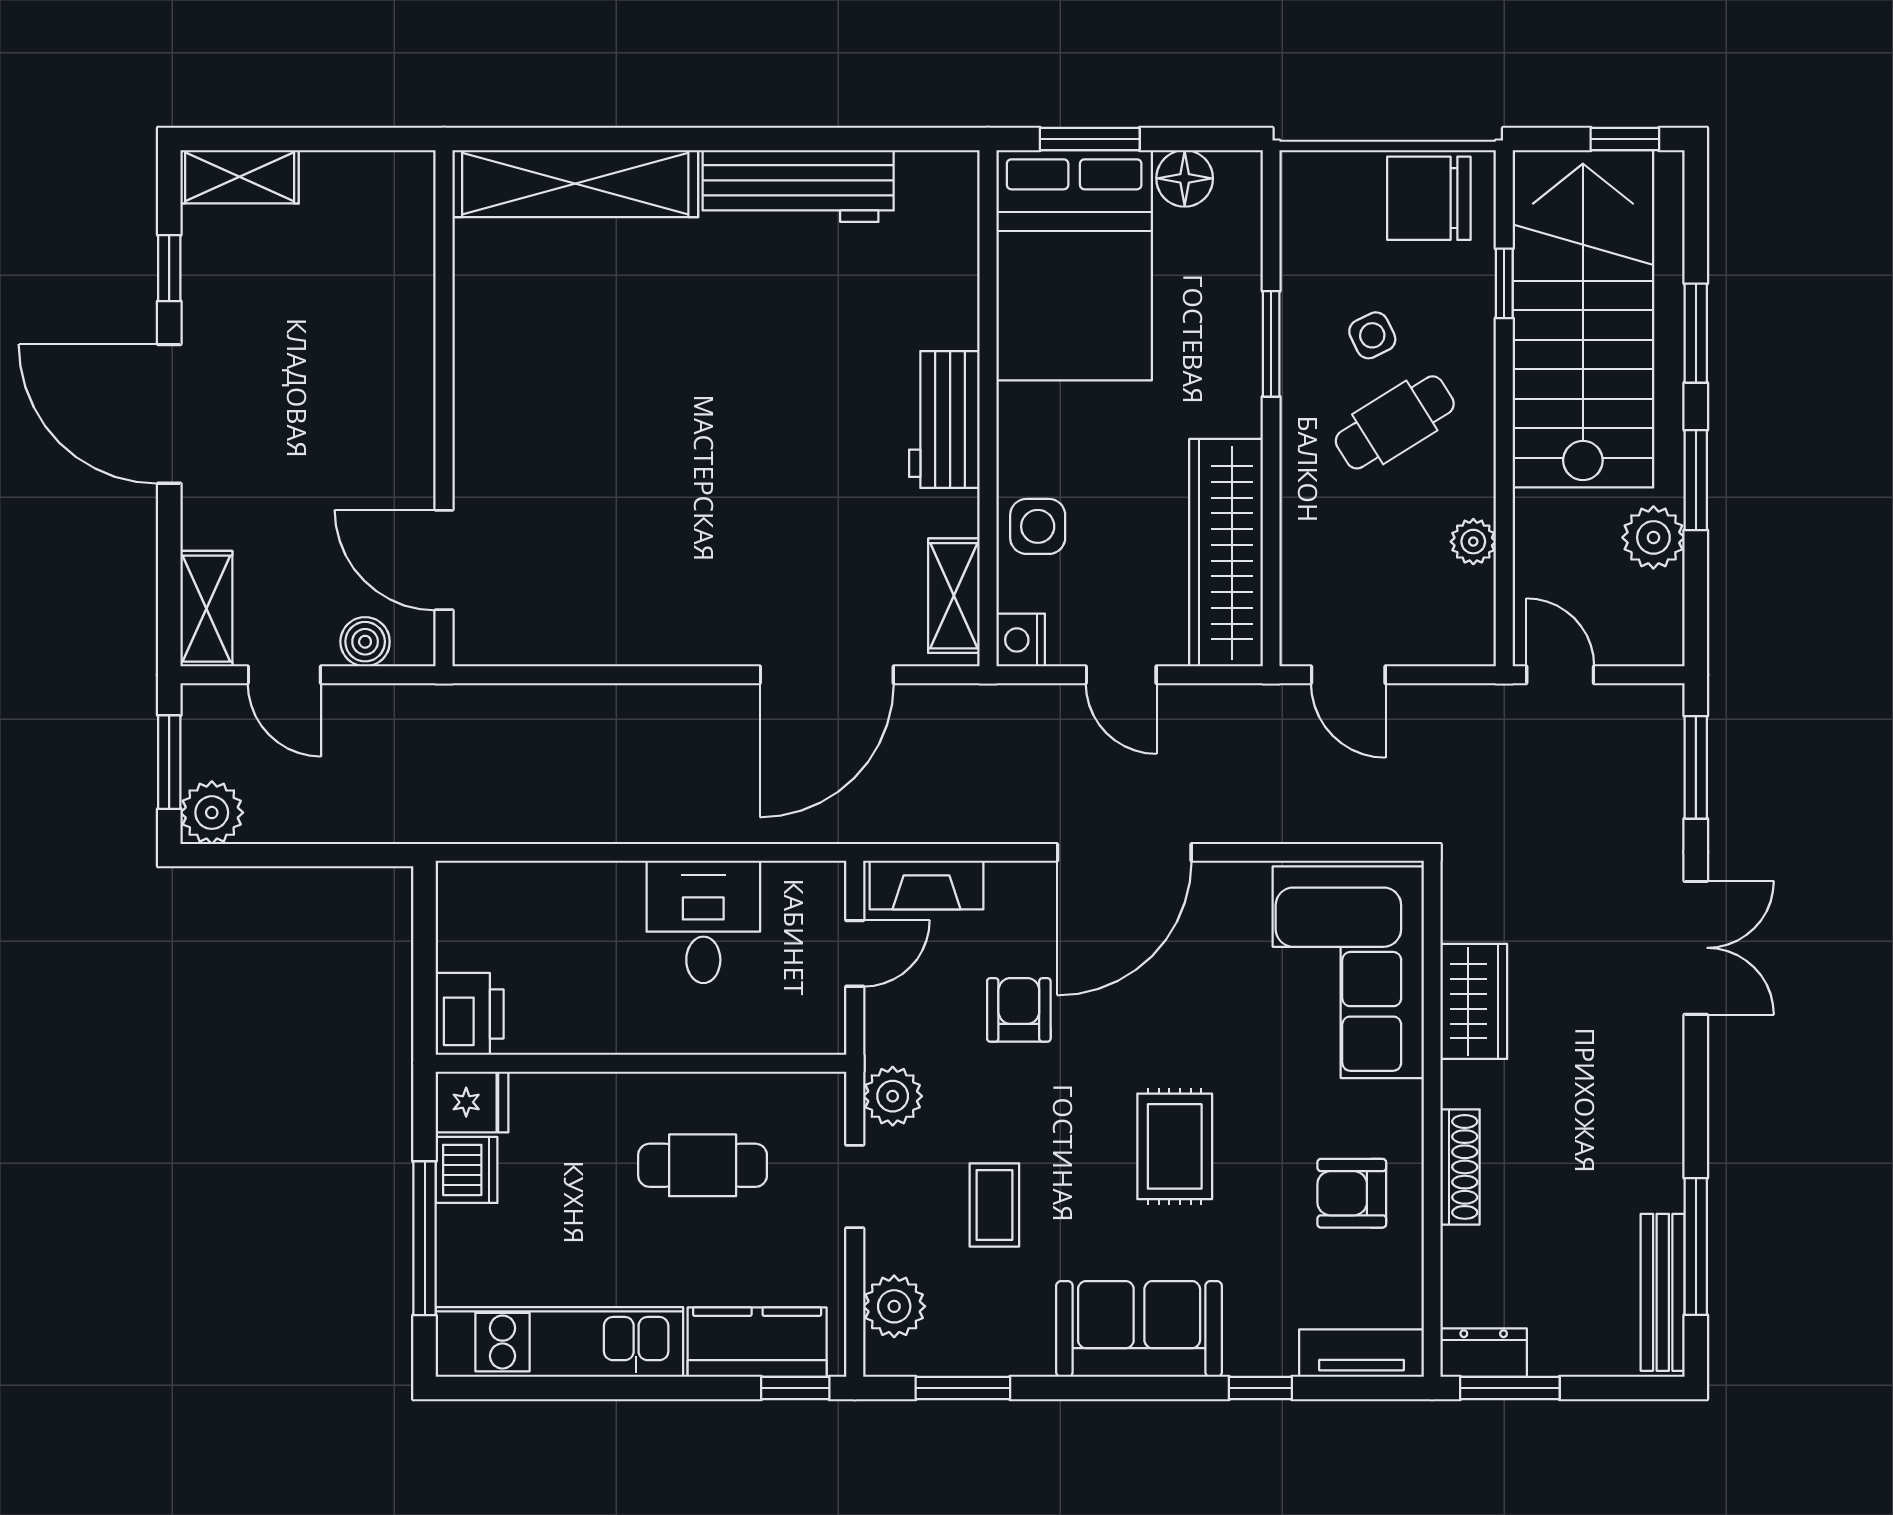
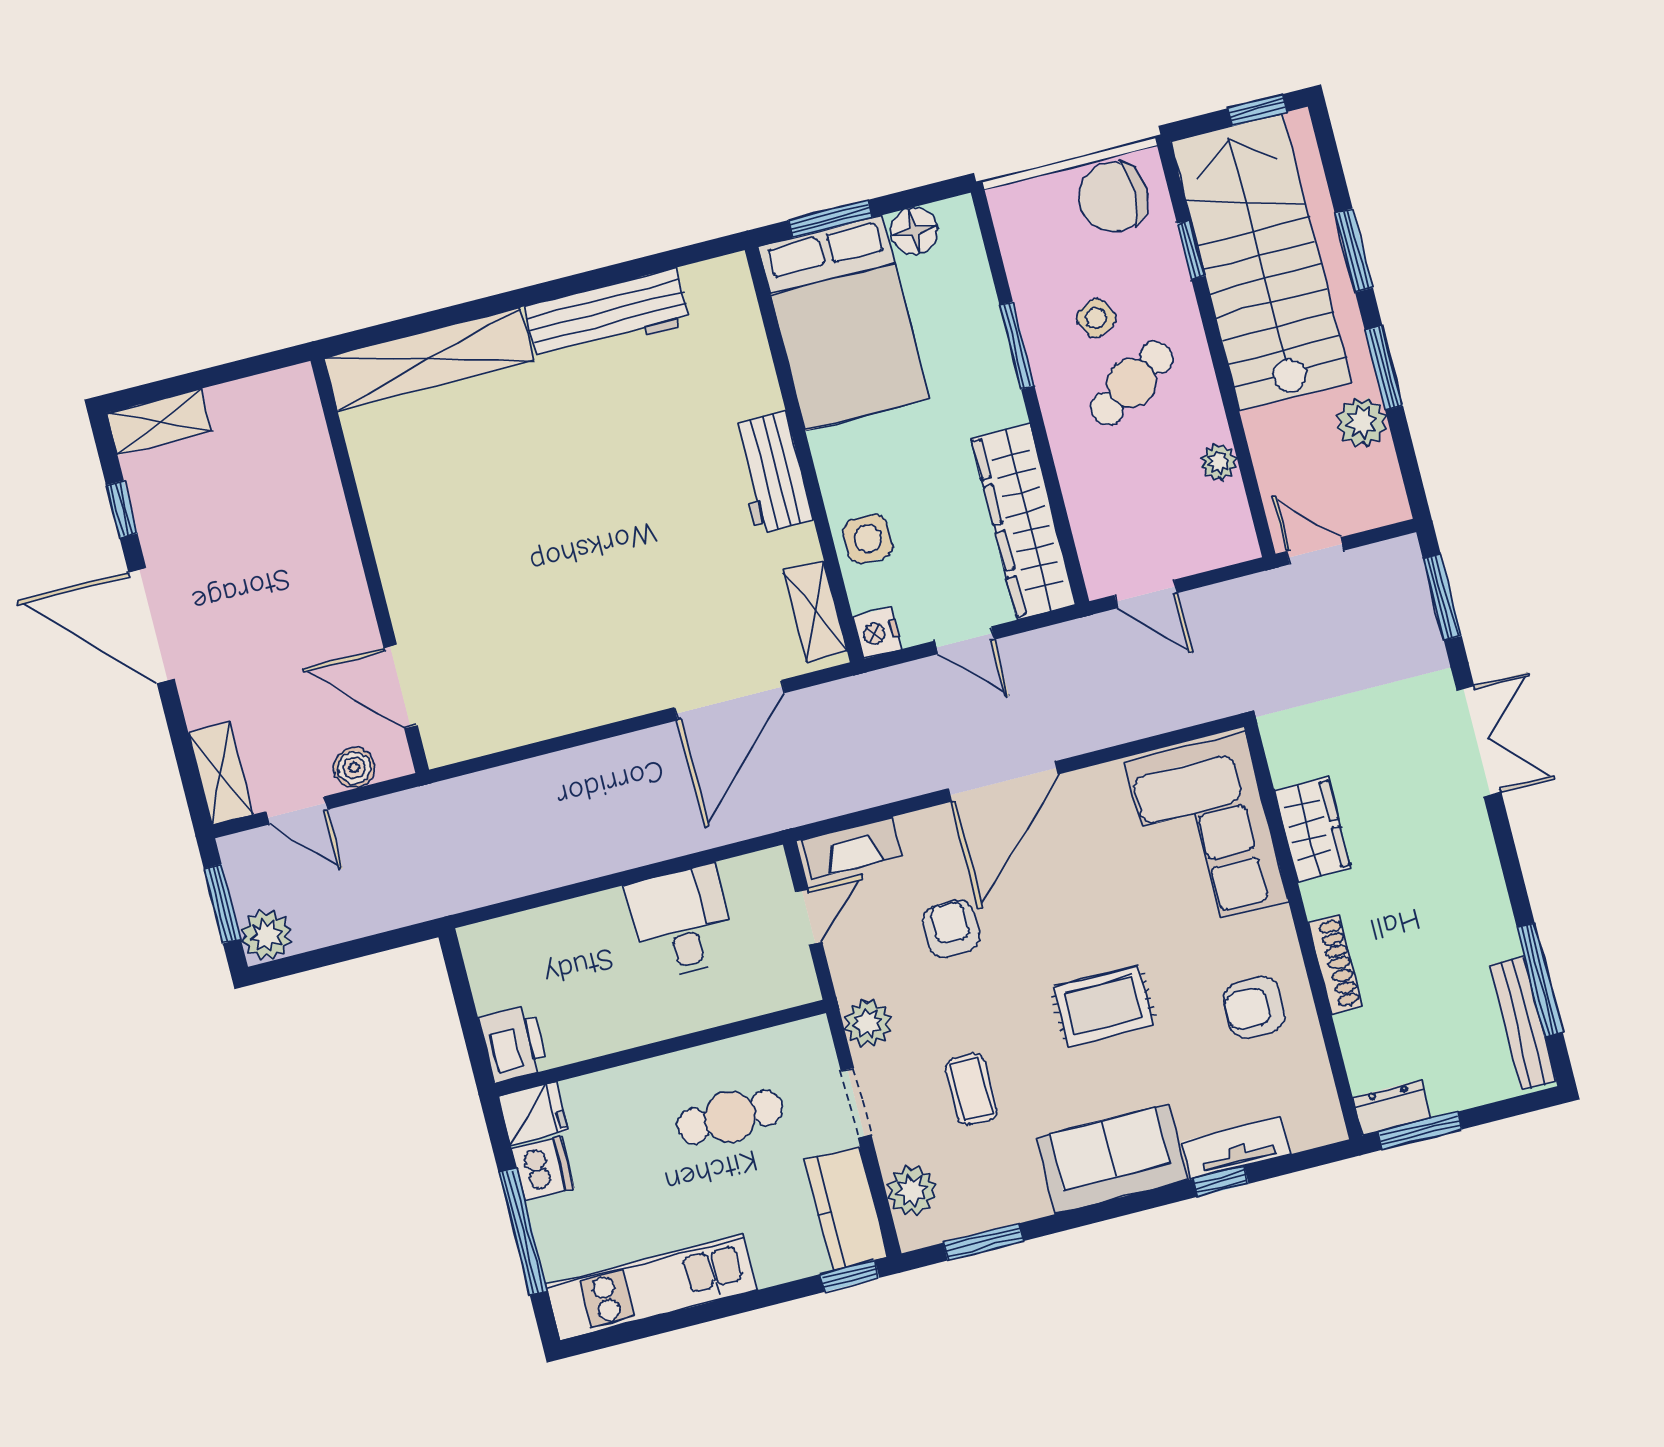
rug: (1175, 1146) -> (1103, 1006), turned 90
kitchen counter: (757, 1342) -> (846, 1208), moved, turned -90
tv unit: (1362, 1353) -> (1236, 1148), moved

